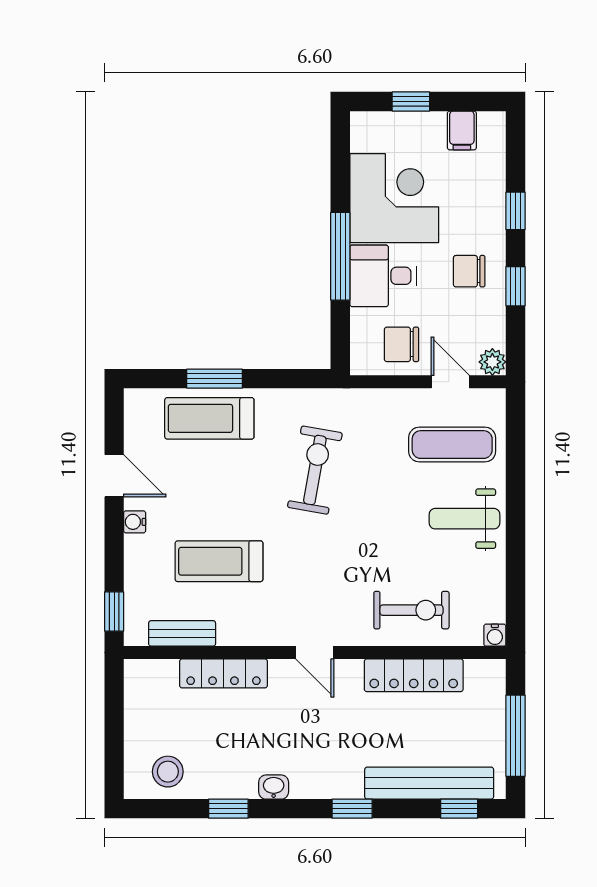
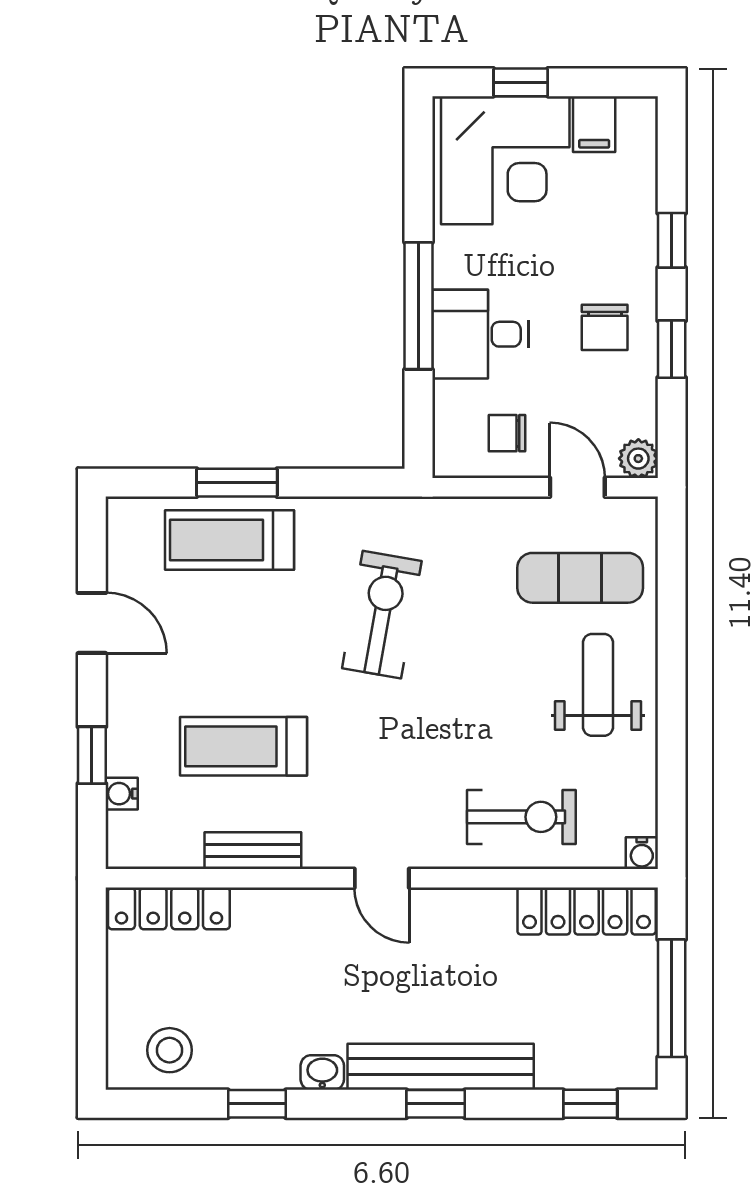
corner desk: (394, 198) -> (505, 160), moved, turned 90
chair: (469, 271) -> (605, 327), turned -90
chair: (402, 344) -> (507, 433), width x0.73, depth x0.73
weight bench: (465, 519) -> (598, 685), turned 90
water cooler: (135, 522) -> (122, 794), moved
window: (114, 611) -> (92, 755), moved
bench: (182, 633) -> (253, 851), moved
locker: (224, 673) -> (169, 908), moved
locker: (414, 675) -> (587, 911), moved
bench: (429, 783) -> (441, 1067), moved

